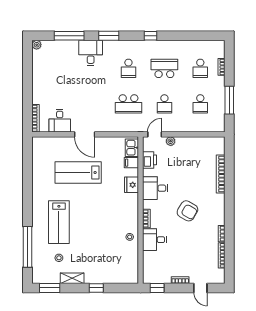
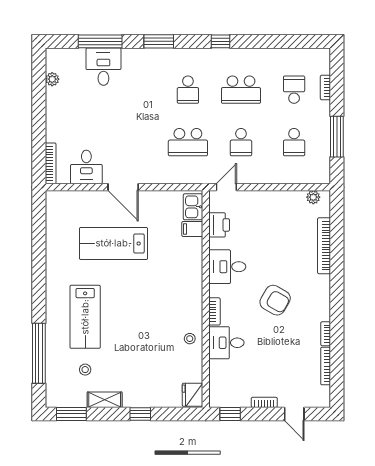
plant: (37, 45) -> (52, 79), moved
desk: (91, 53) -> (103, 67), moved
school desk: (164, 68) -> (241, 90), turned 180
school desk: (200, 68) -> (294, 90), turned 180
plant: (171, 141) -> (313, 197), moved
fridge: (132, 185) -> (192, 395), moved

